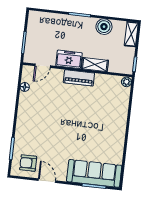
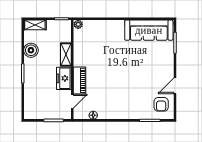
door: (43, 66) -> (72, 101), hinge flipped
piano: (79, 78) -> (80, 80), moved
sofa: (94, 173) -> (149, 30), moved, turned -90

